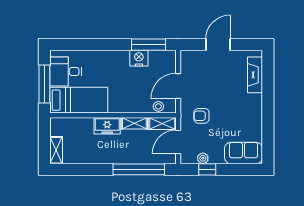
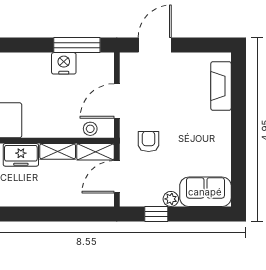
door: (218, 45) -> (155, 45), moved
armchair: (201, 116) -> (149, 141), turned 90
plant: (203, 158) -> (171, 199), moved
window: (139, 169) -> (64, 214), removed

